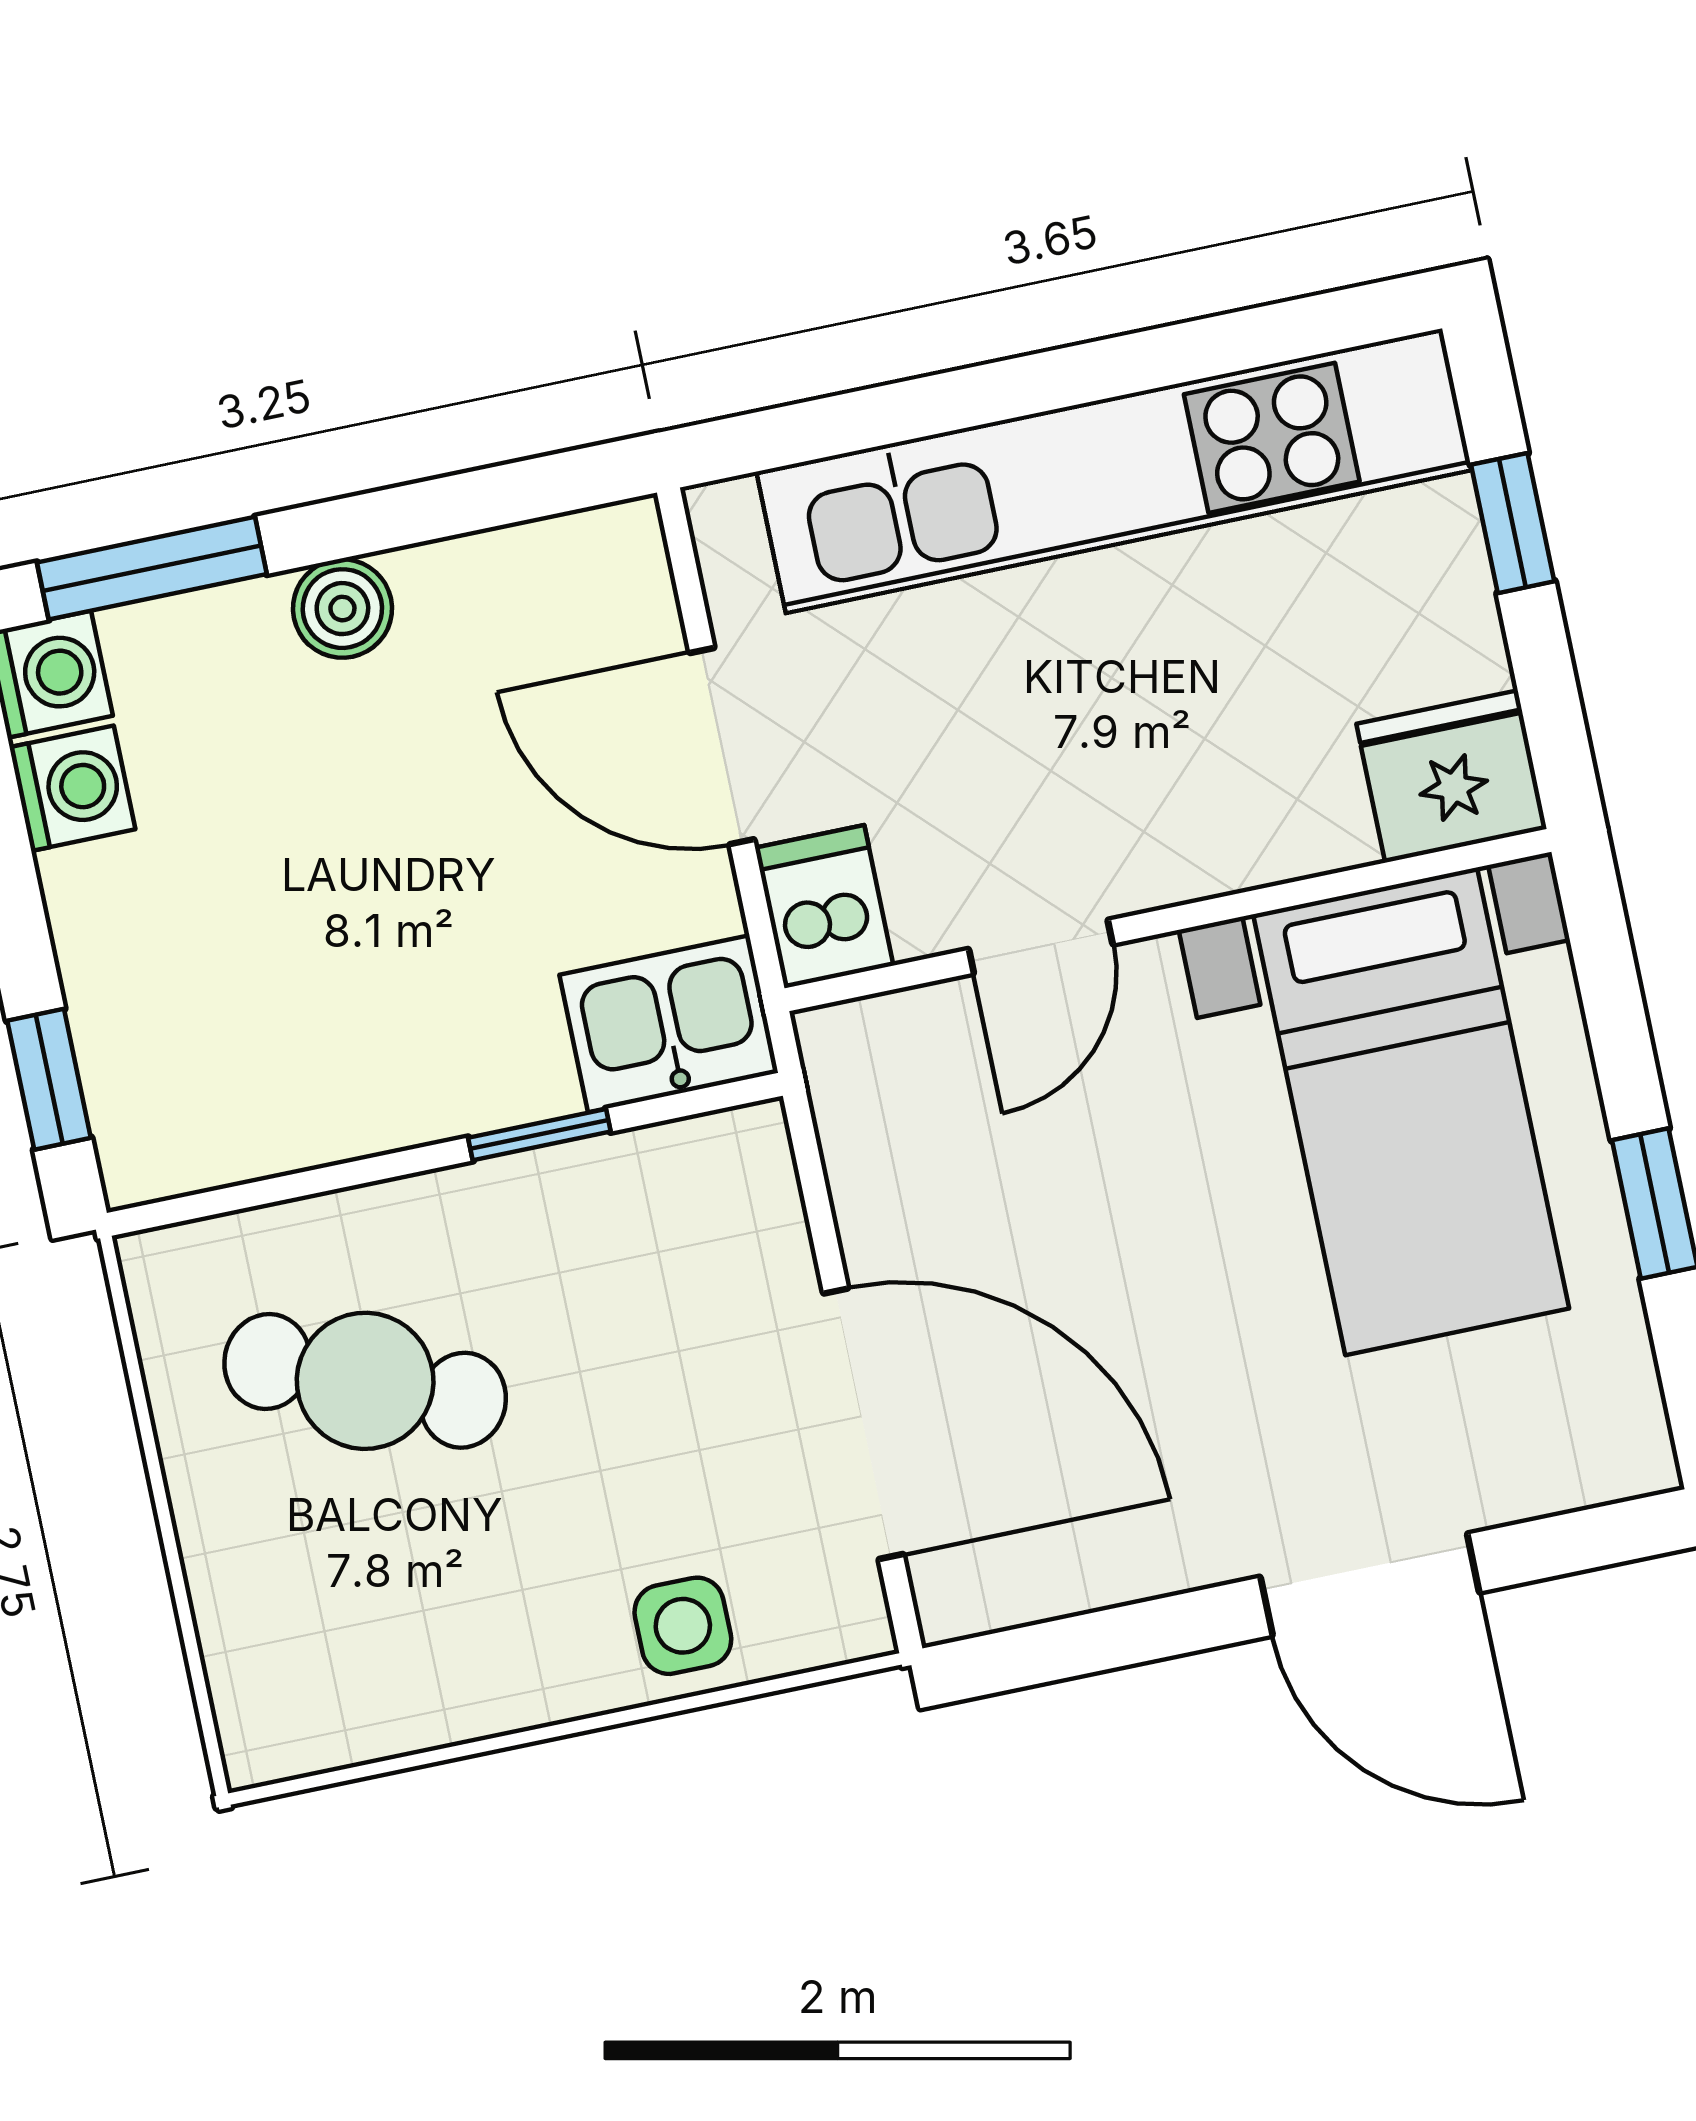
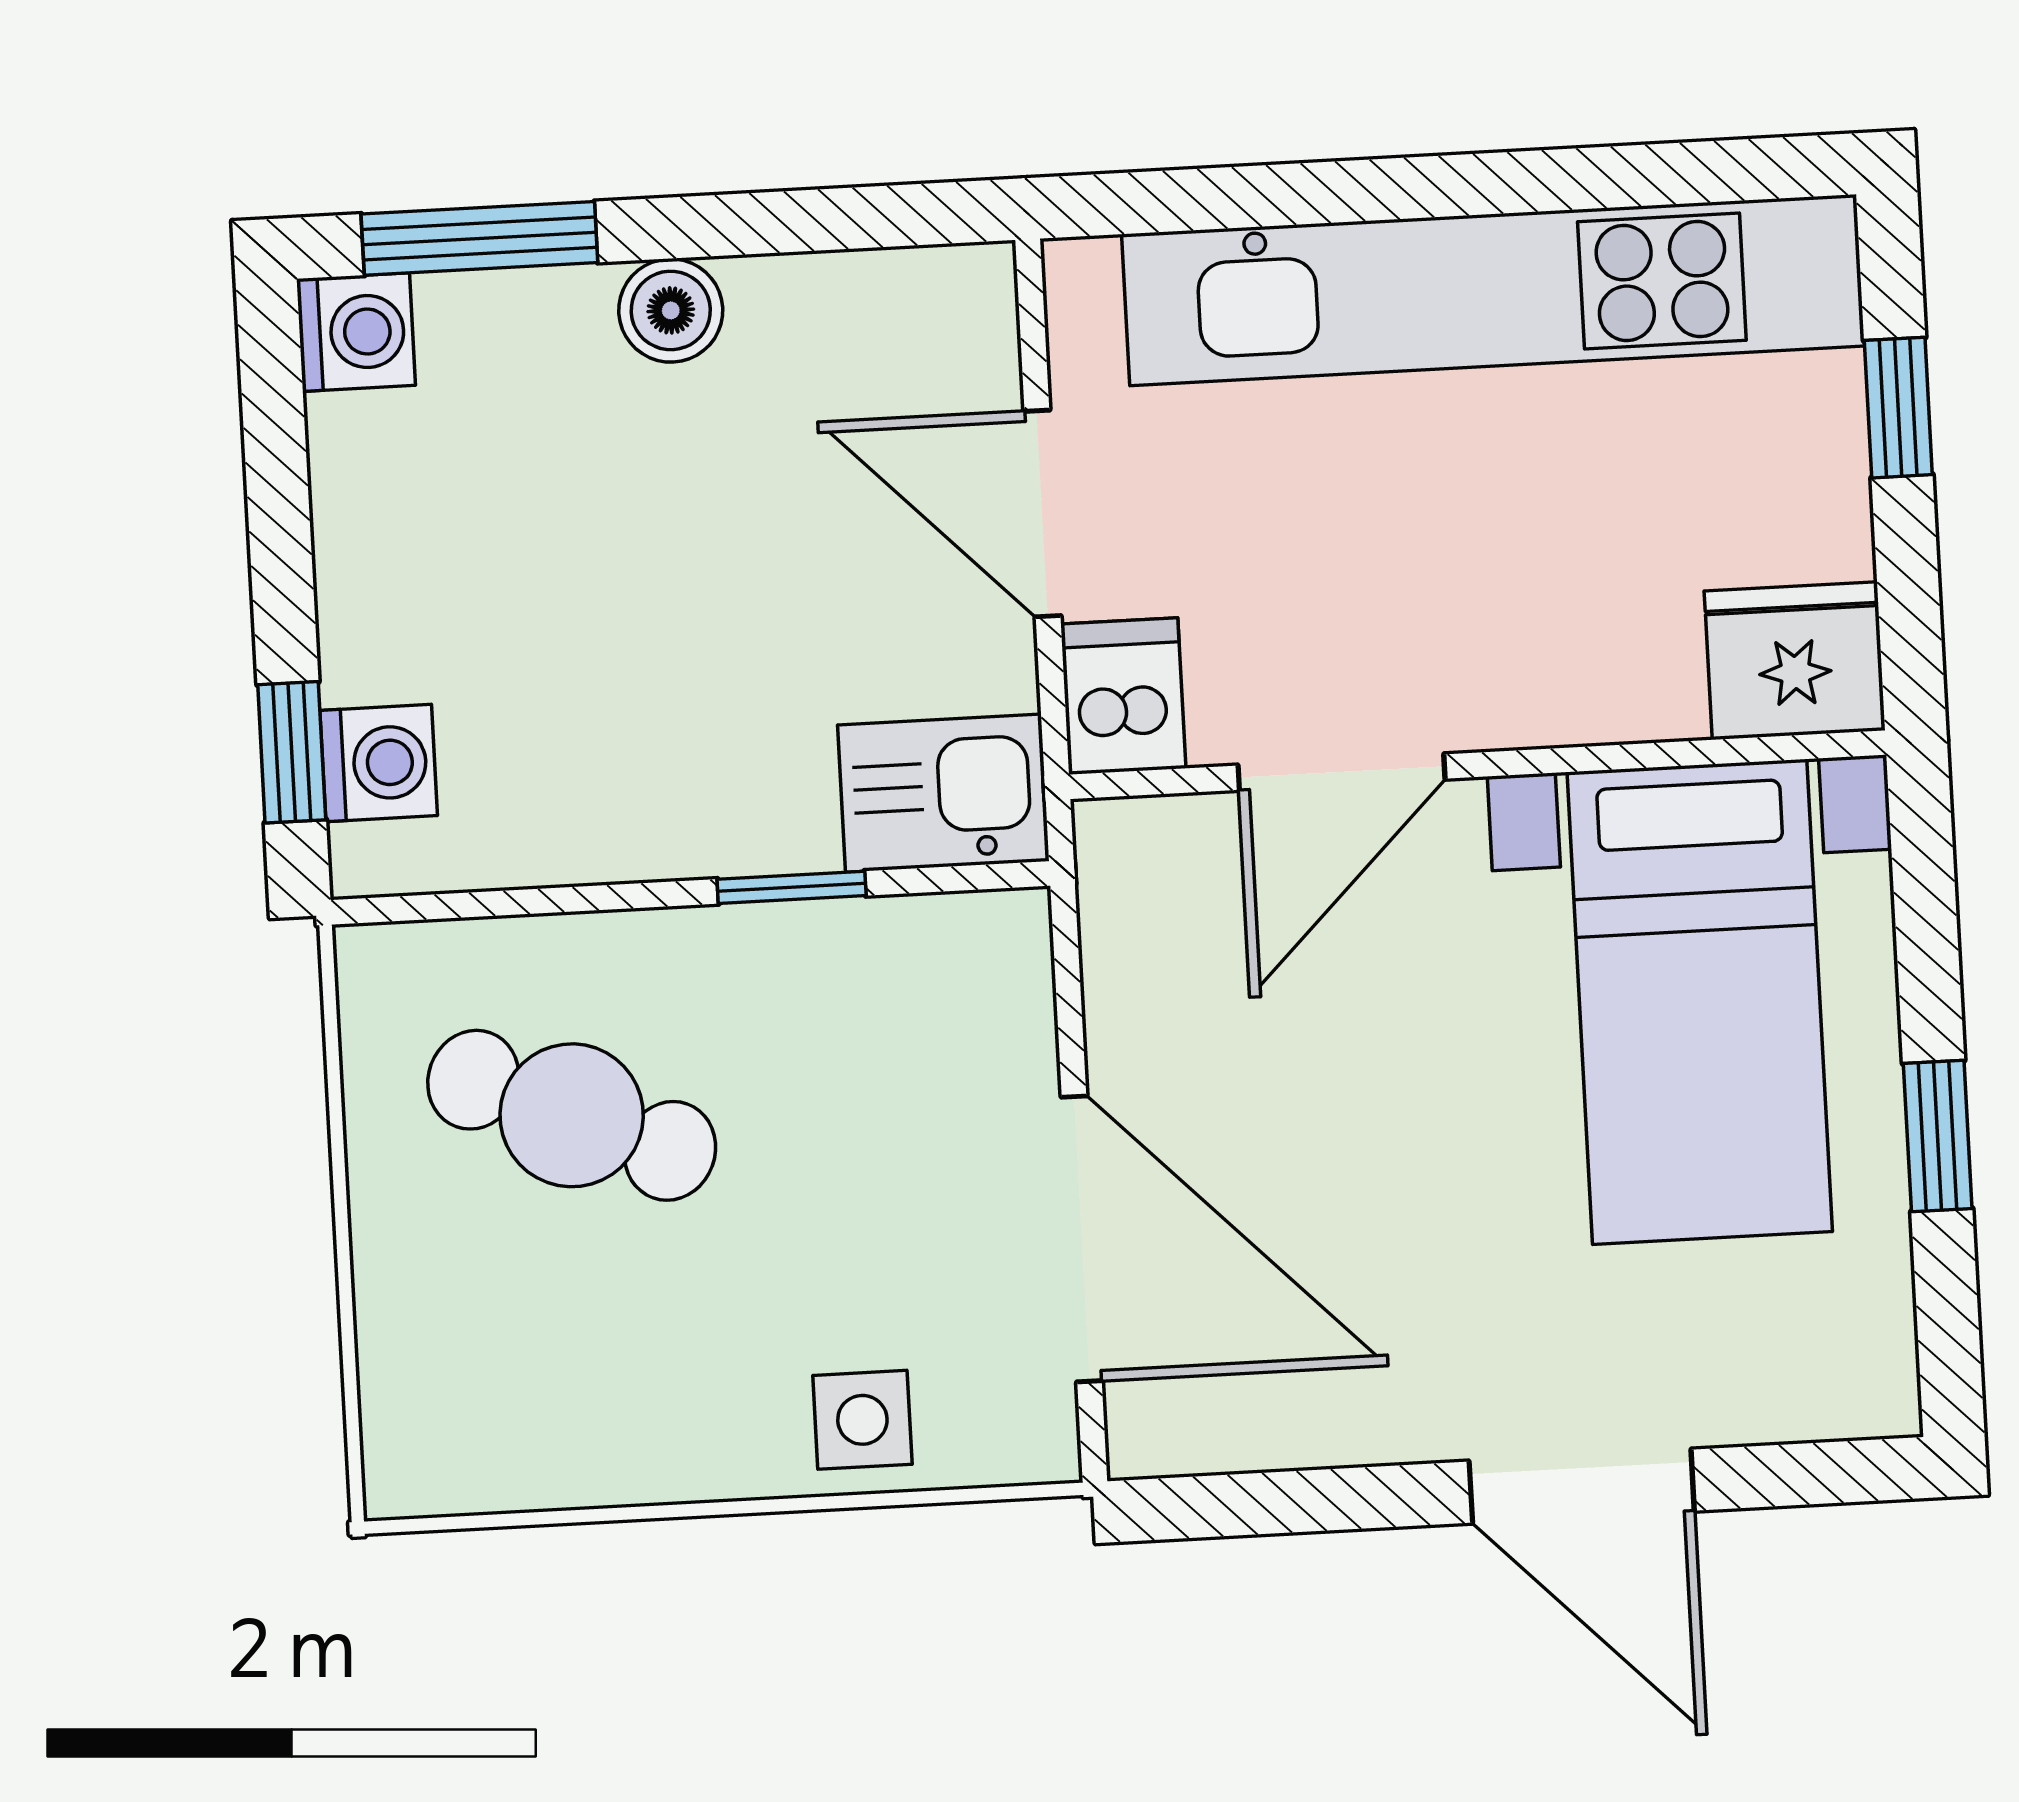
washing machine: (72, 788) -> (379, 763), moved
door: (1041, 947) -> (1341, 772), width x1.38

